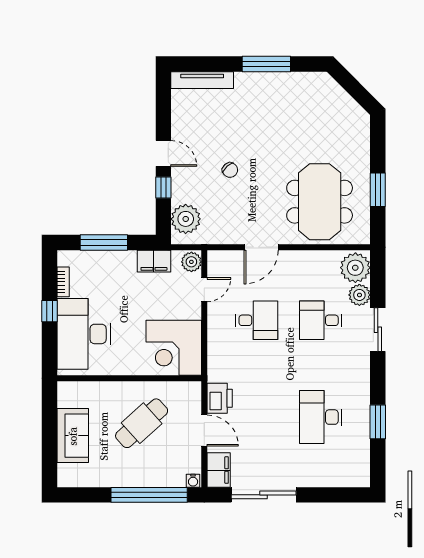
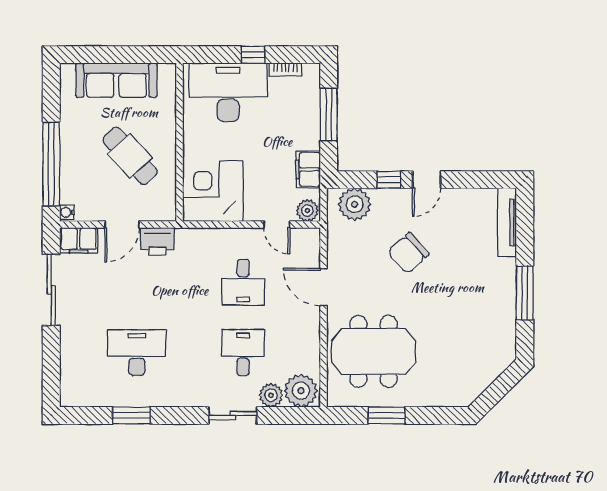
chair: (230, 170) -> (408, 253), width x1.87, depth x1.87
sofa: (73, 436) -> (116, 80), width x1.36

